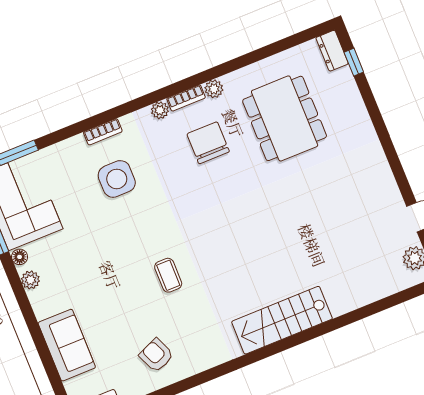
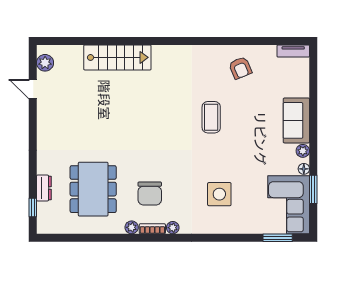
dresser: (332, 51) -> (44, 188), moved
bookcase: (103, 132) -> (216, 229), removed
coffee table: (168, 275) -> (211, 117), width x1.36, depth x1.30
stairs: (282, 320) -> (117, 57), moved
sofa: (67, 345) -> (296, 120), moved

